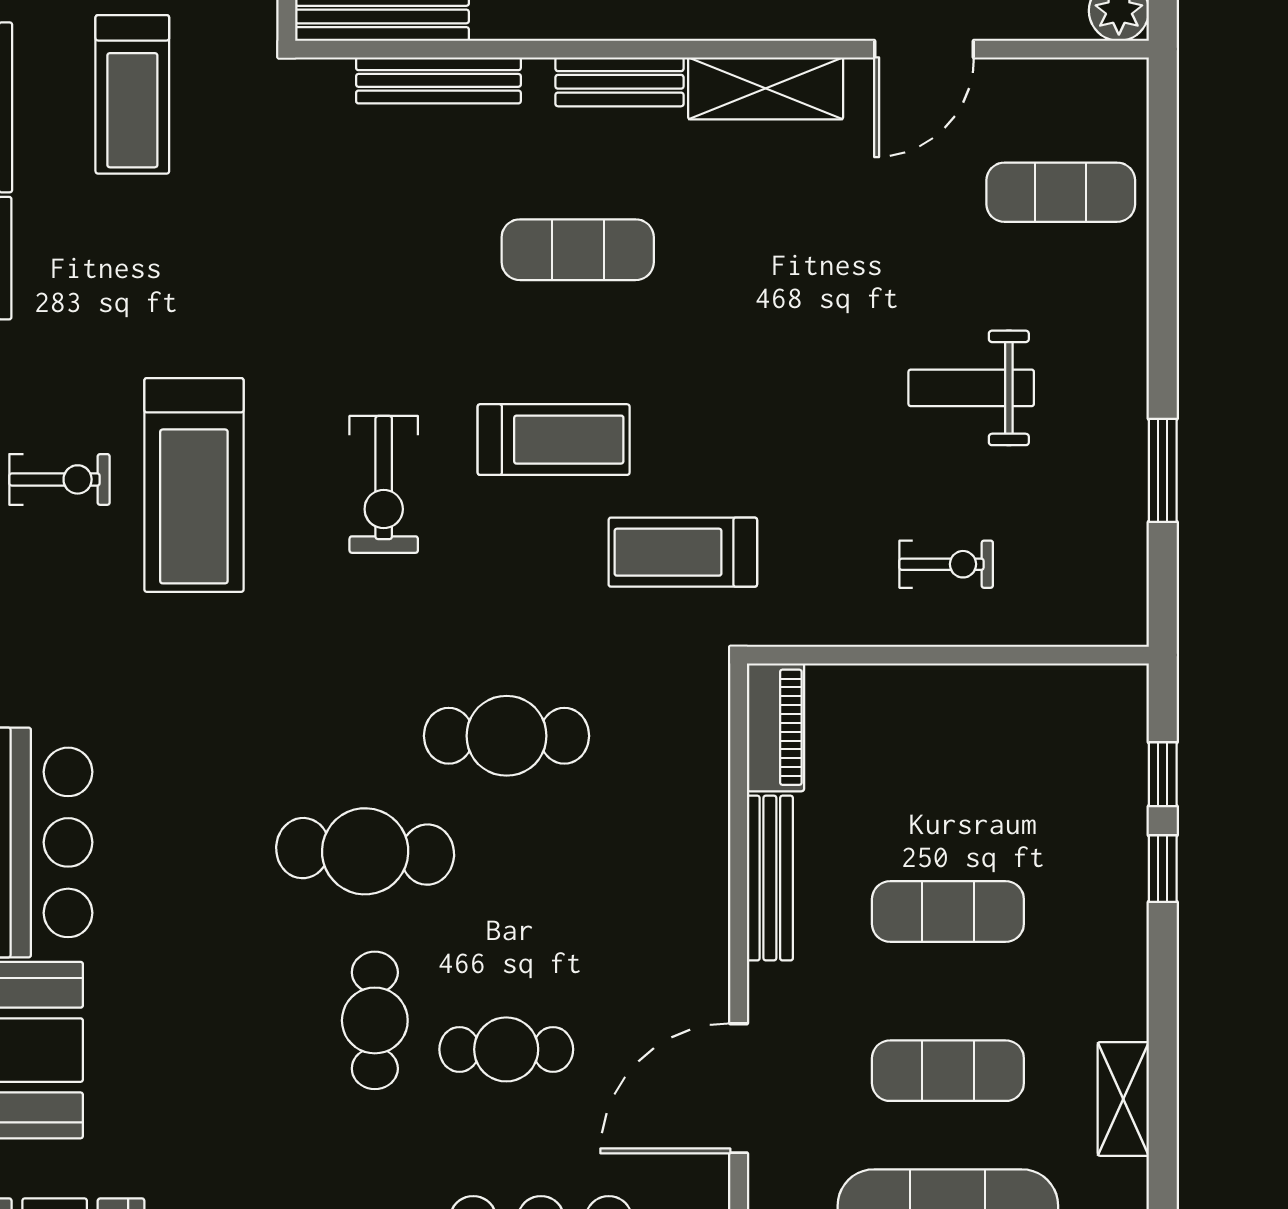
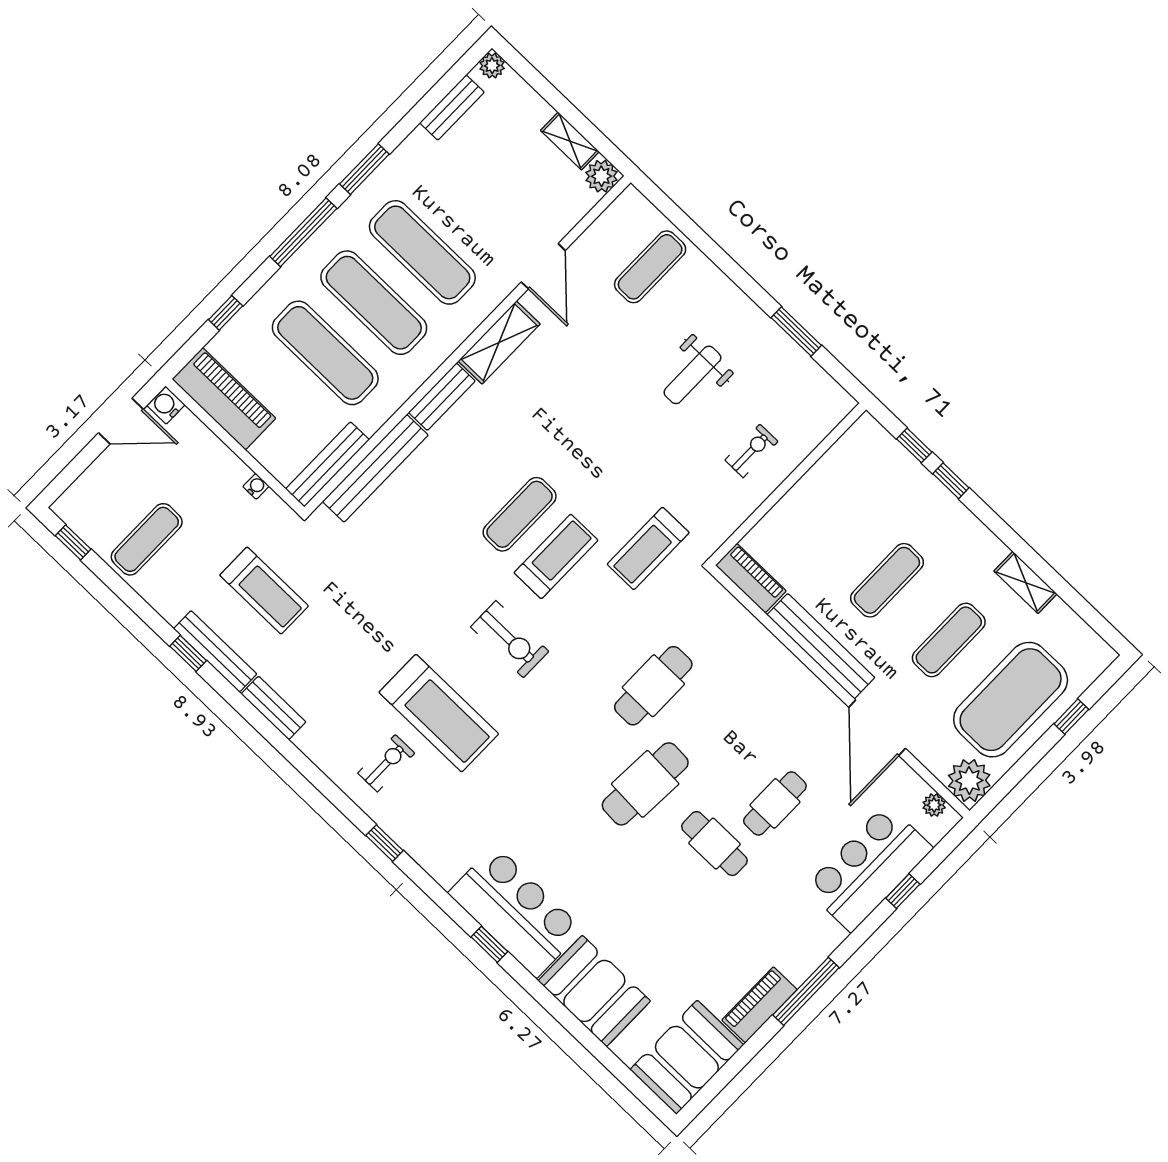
bench: (438, 80) -> (375, 468), width x1.37, depth x1.21
exercise mat: (578, 250) -> (520, 514), moved
bench: (770, 878) -> (821, 646), width x1.37, depth x1.21

